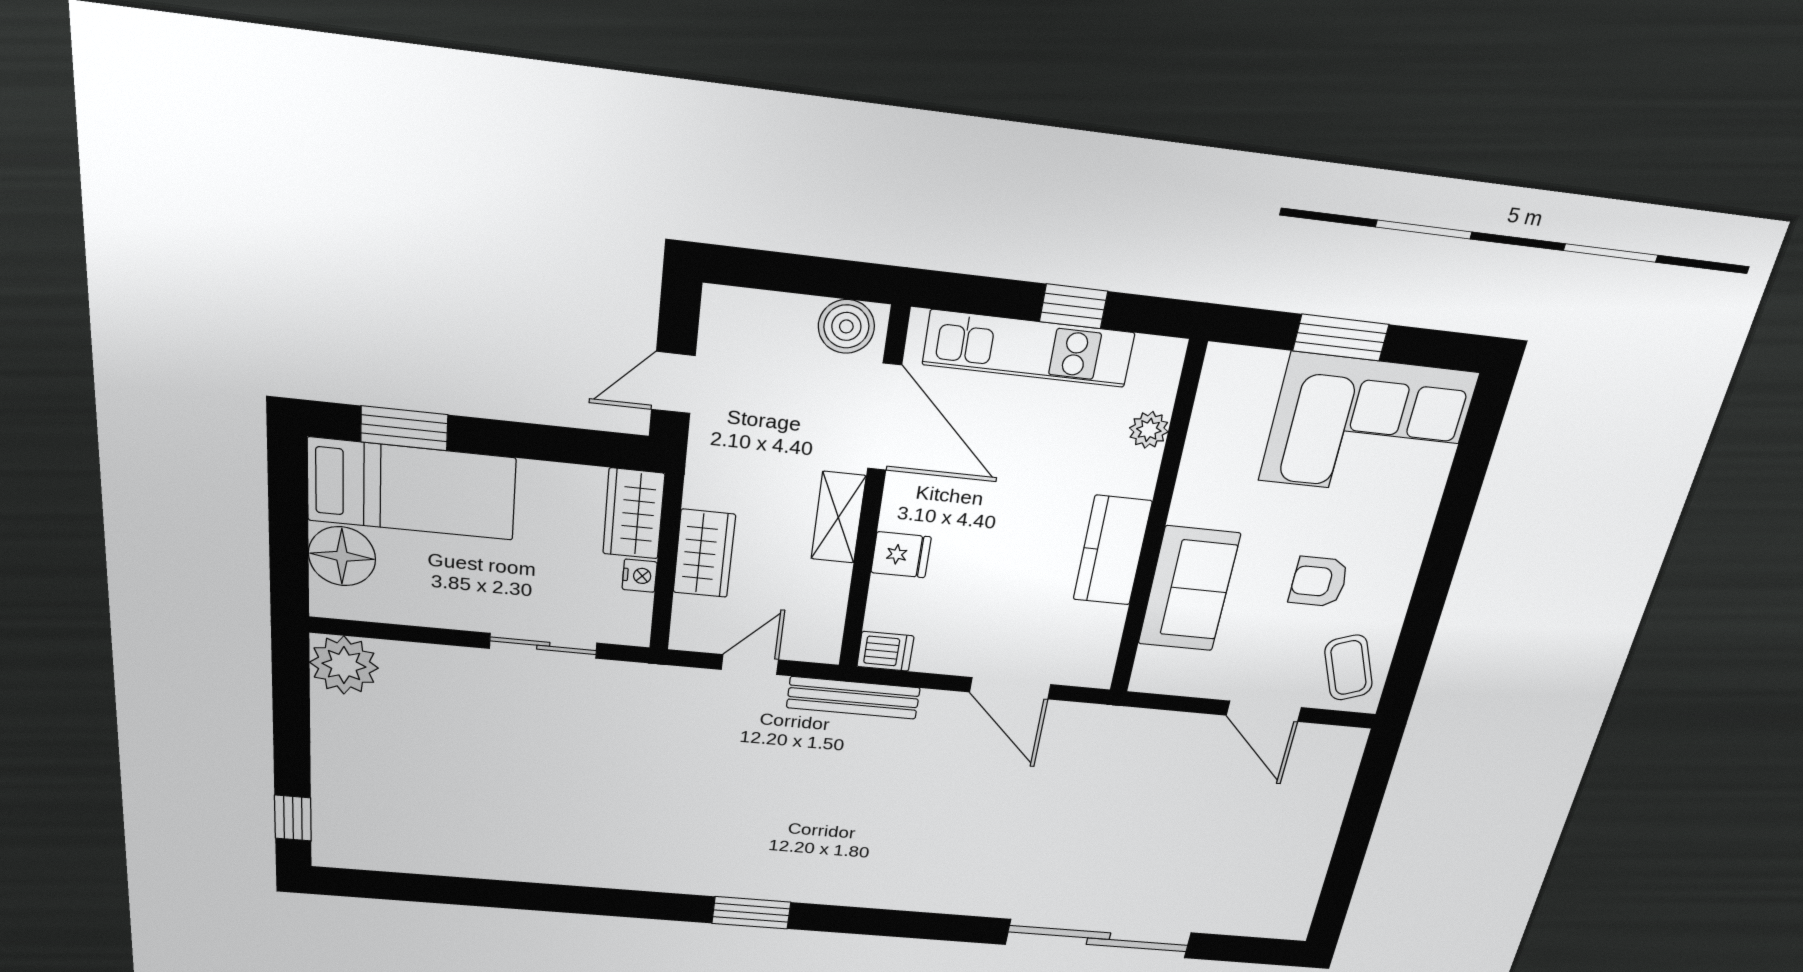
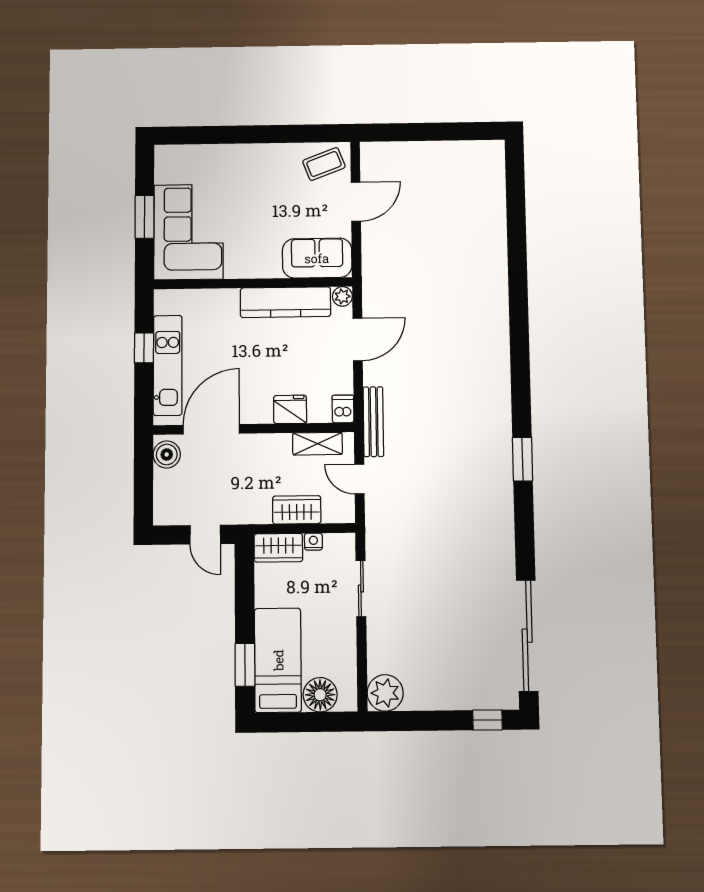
corner sofa: (1368, 427) -> (188, 232), moved
plant: (1149, 430) -> (342, 296), moved
shelving: (838, 517) -> (317, 444), moved
kitchen counter: (1112, 551) -> (285, 302), width x1.50
fridge: (901, 555) -> (290, 409), width x1.38
armchair: (1319, 582) -> (276, 193), removed
sofa: (1189, 589) -> (317, 258), moved
sliding door: (1098, 939) -> (527, 636), moved

